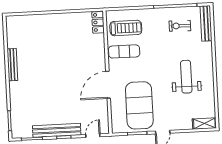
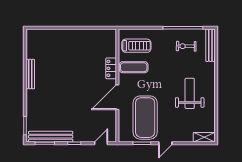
locker: (98, 22) -> (111, 68), moved
bench: (57, 130) -> (51, 137), moved

